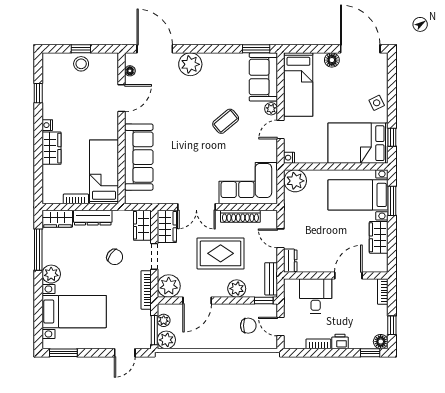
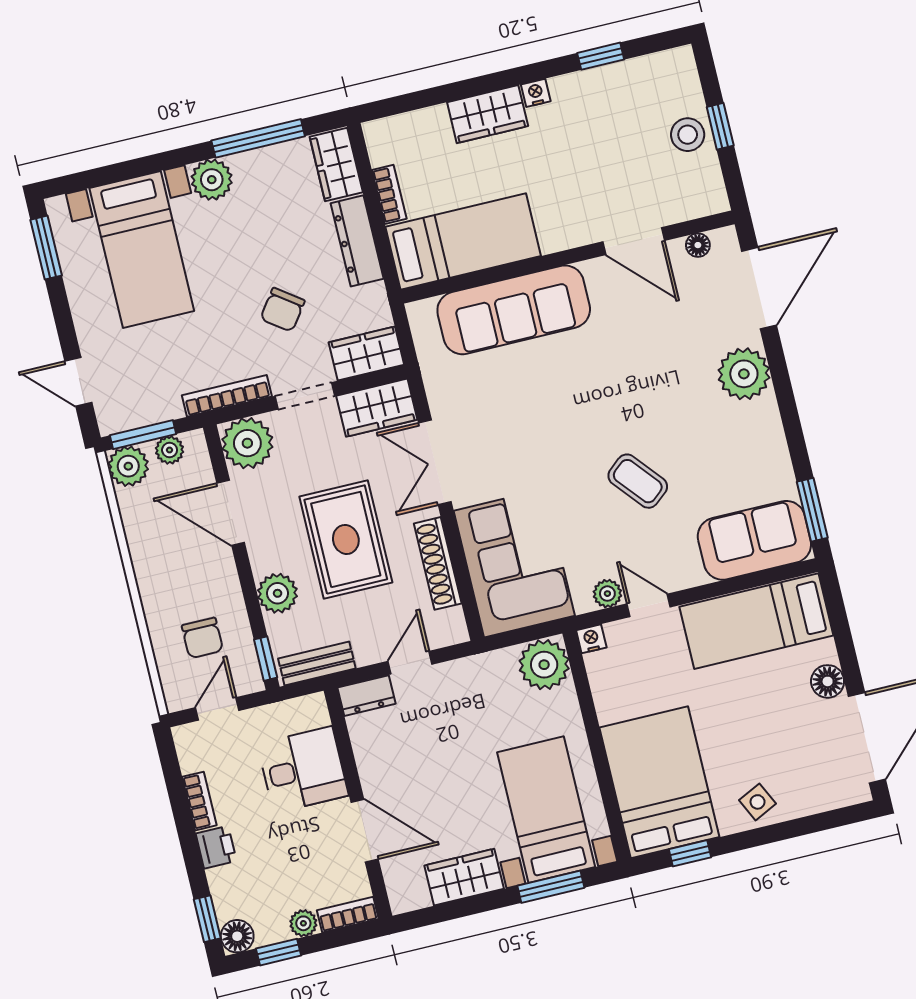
plant: (271, 109) -> (607, 594), moved
plant: (382, 312) -> (303, 923), added

